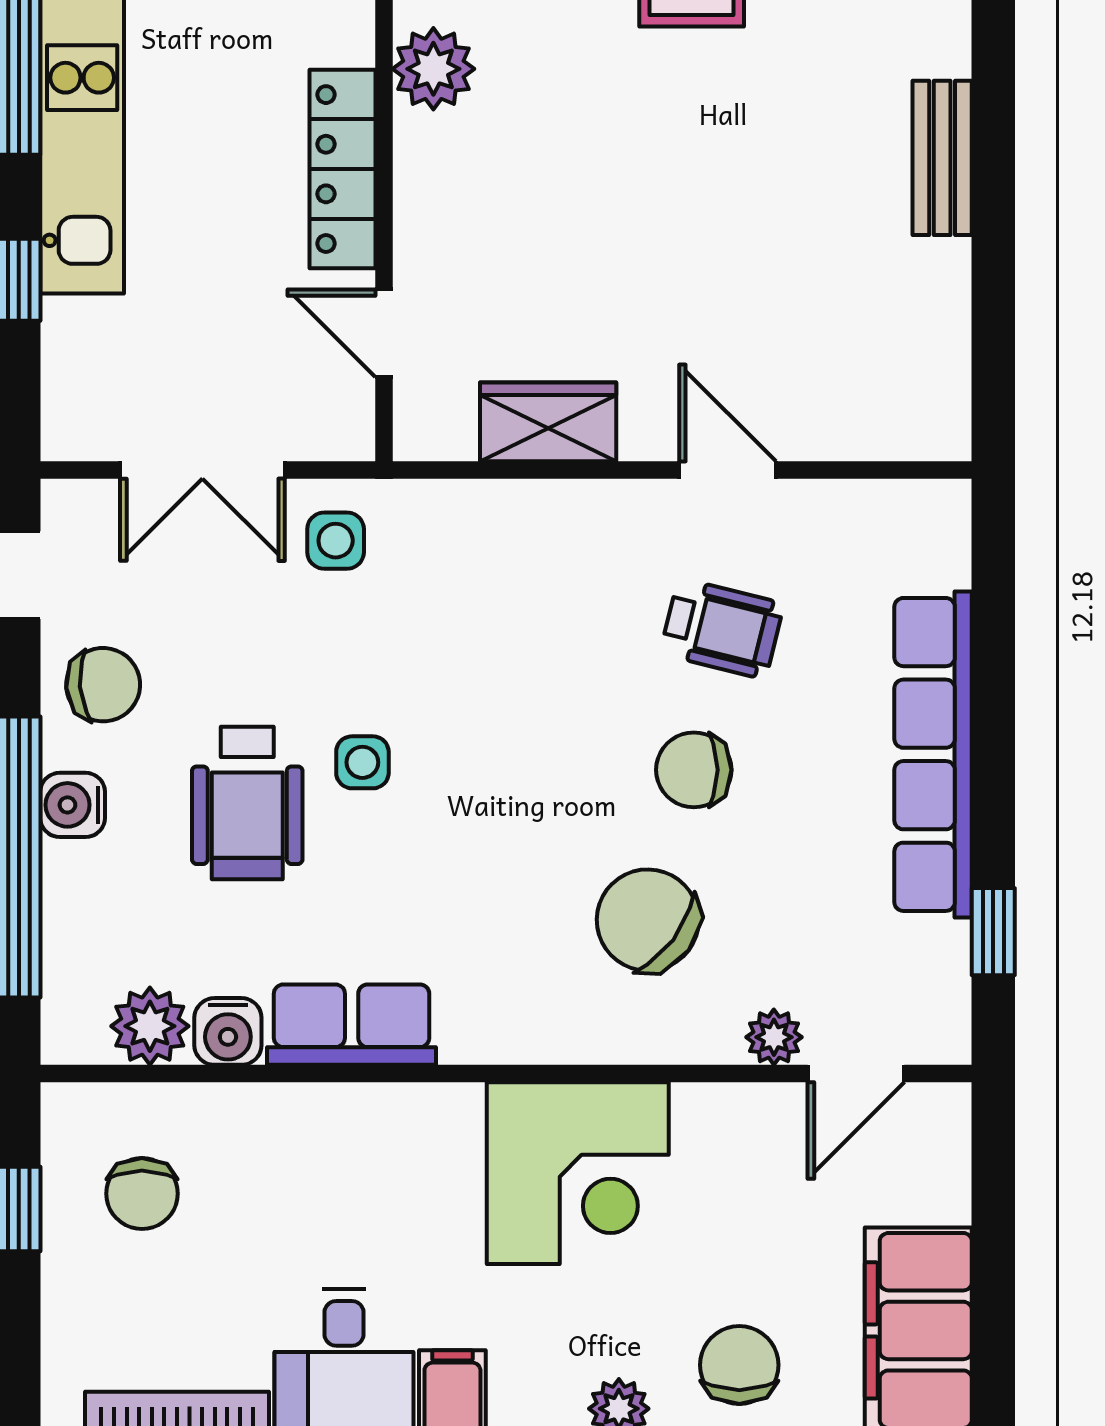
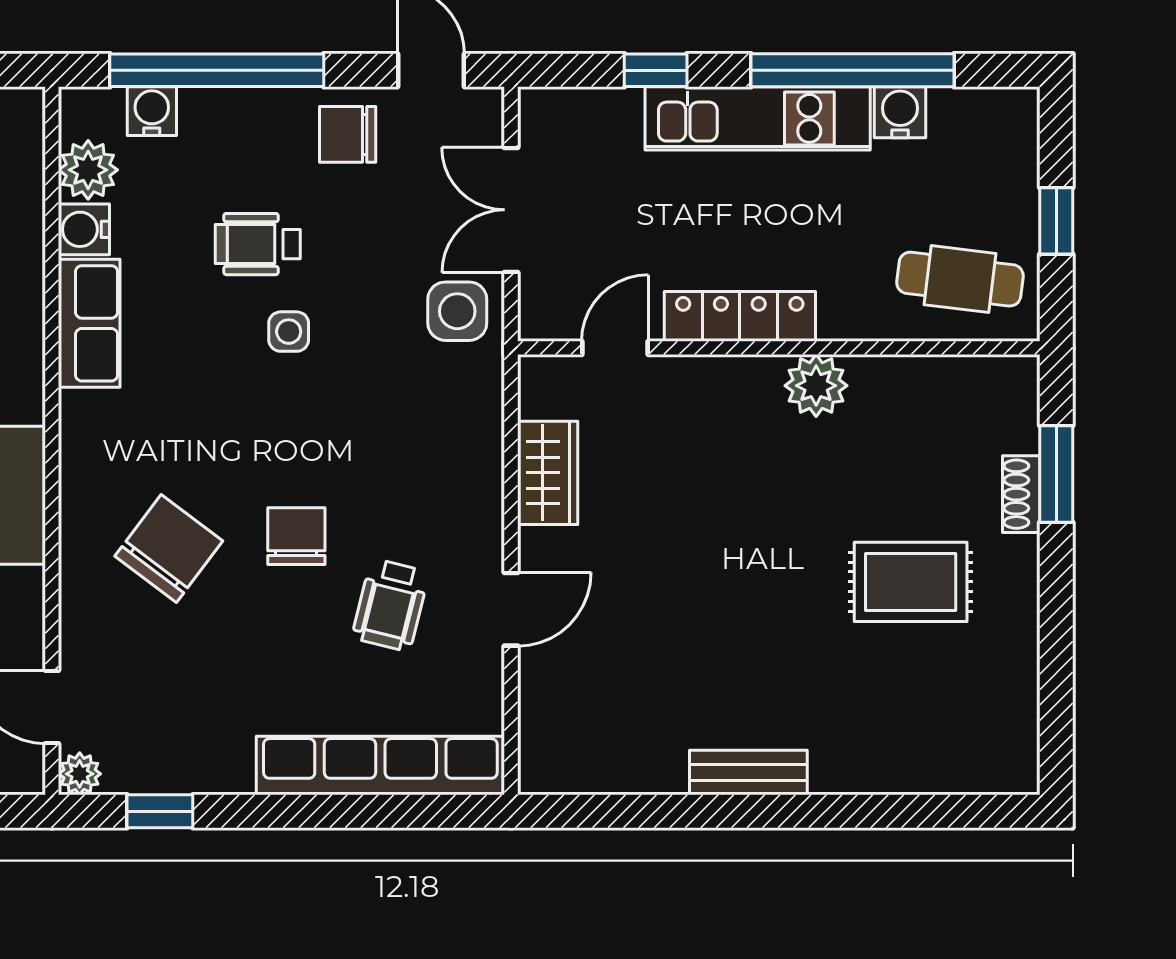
side table: (336, 541) -> (457, 311), width x1.37, depth x1.37
chair: (103, 685) -> (348, 134), turned 95
row of seats: (933, 754) -> (380, 766), moved
chair: (694, 770) -> (296, 536), moved
wheelchair: (247, 803) -> (258, 244), width x0.73, depth x0.73
water cooler: (73, 805) -> (152, 111), moved
plant: (774, 1037) -> (80, 774), moved

